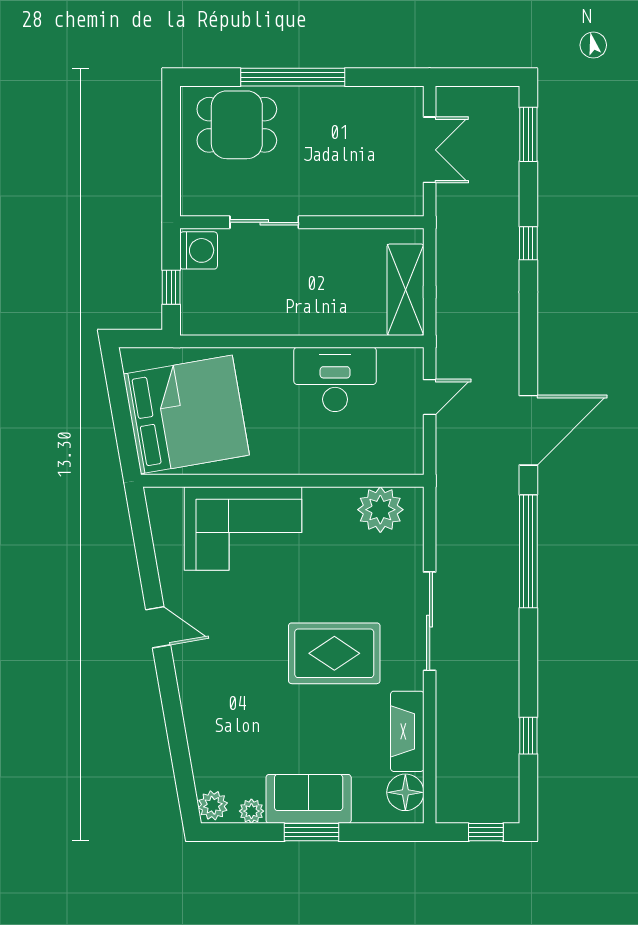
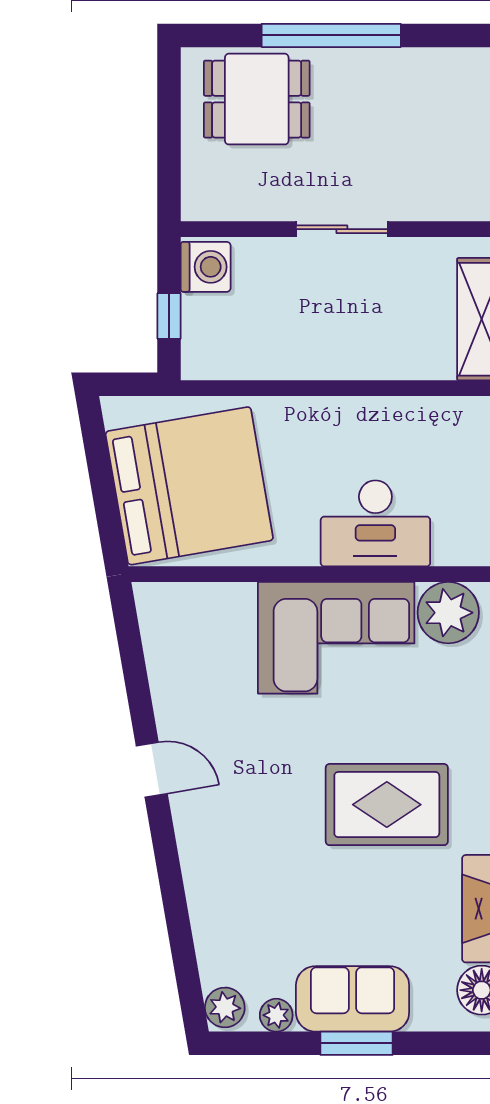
sliding door: (264, 222) -> (342, 229), moved
desk: (335, 379) -> (375, 523), moved, turned 180
corner sofa: (243, 528) -> (336, 638), moved

